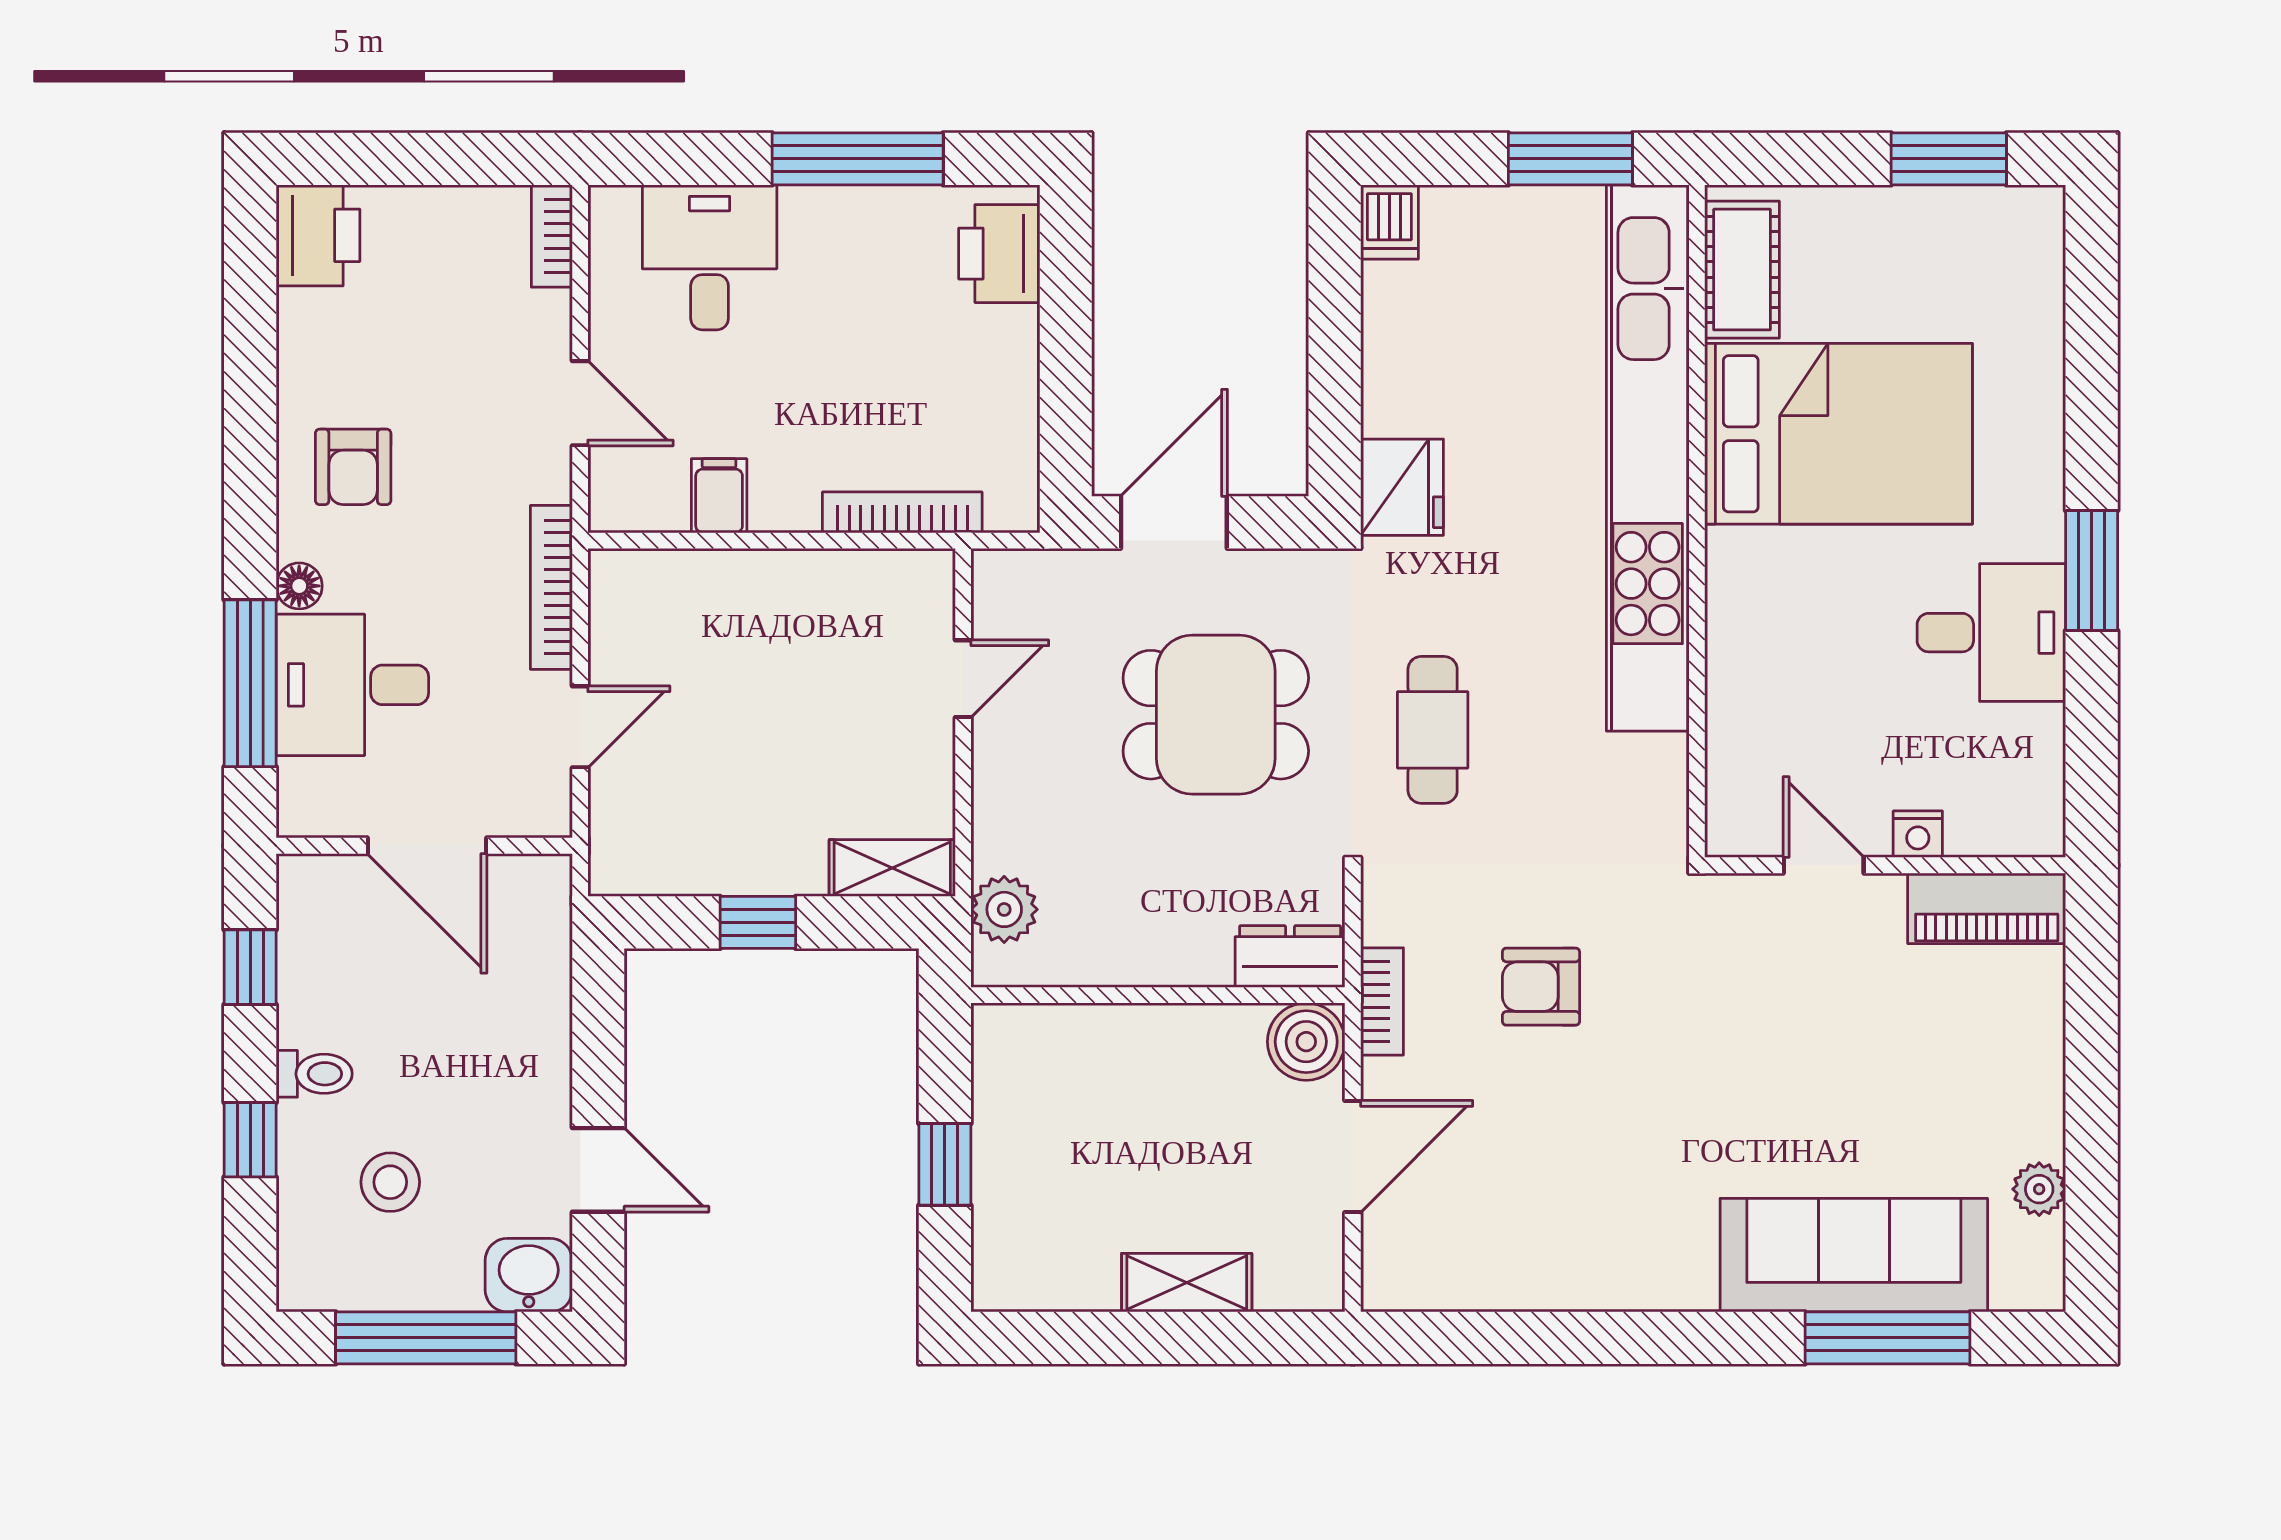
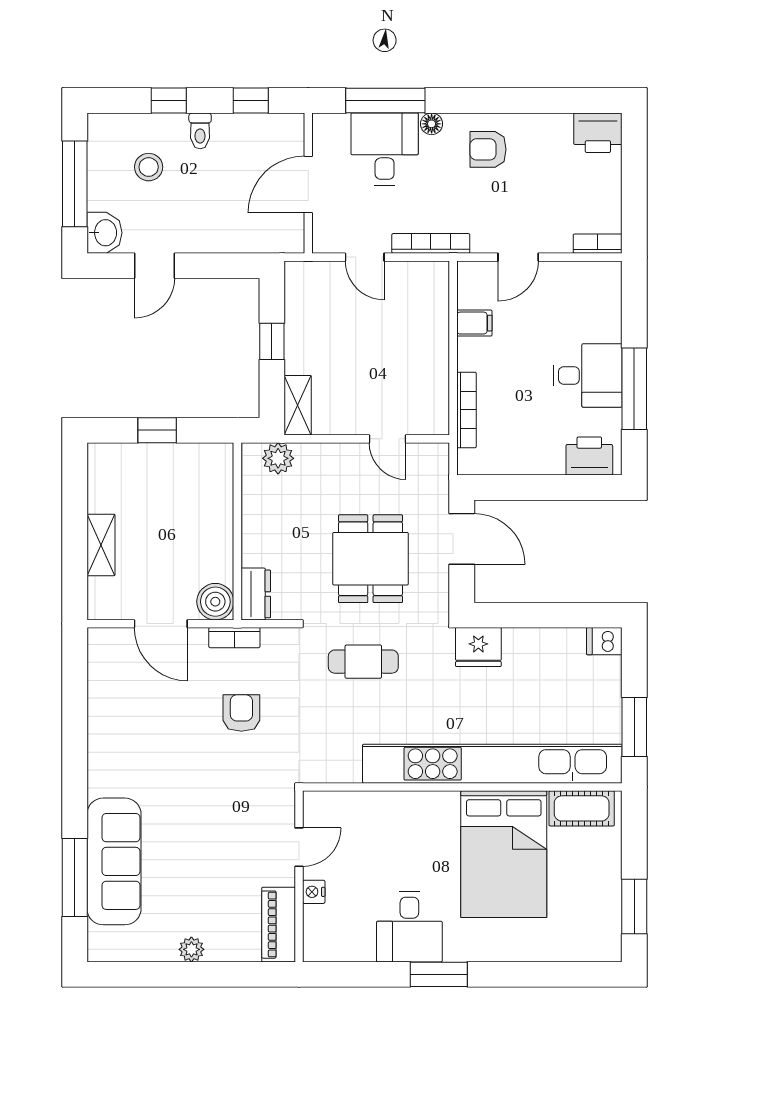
desk: (710, 257) -> (587, 375), moved
plant: (2039, 1189) -> (191, 949), moved

